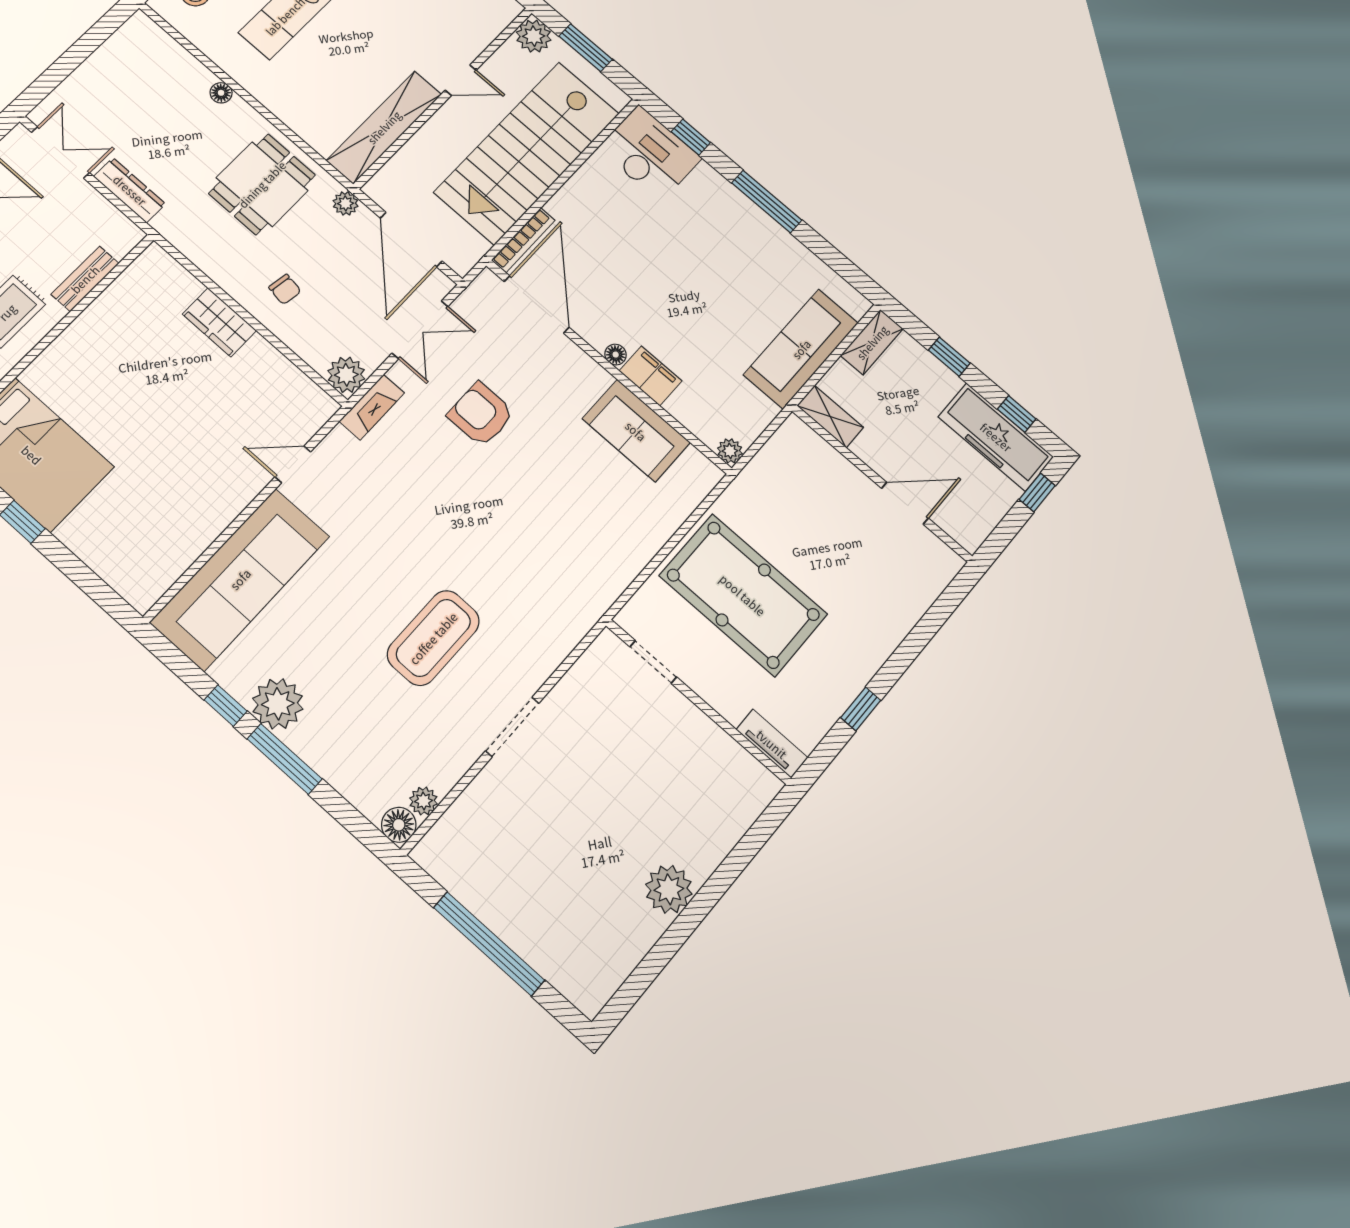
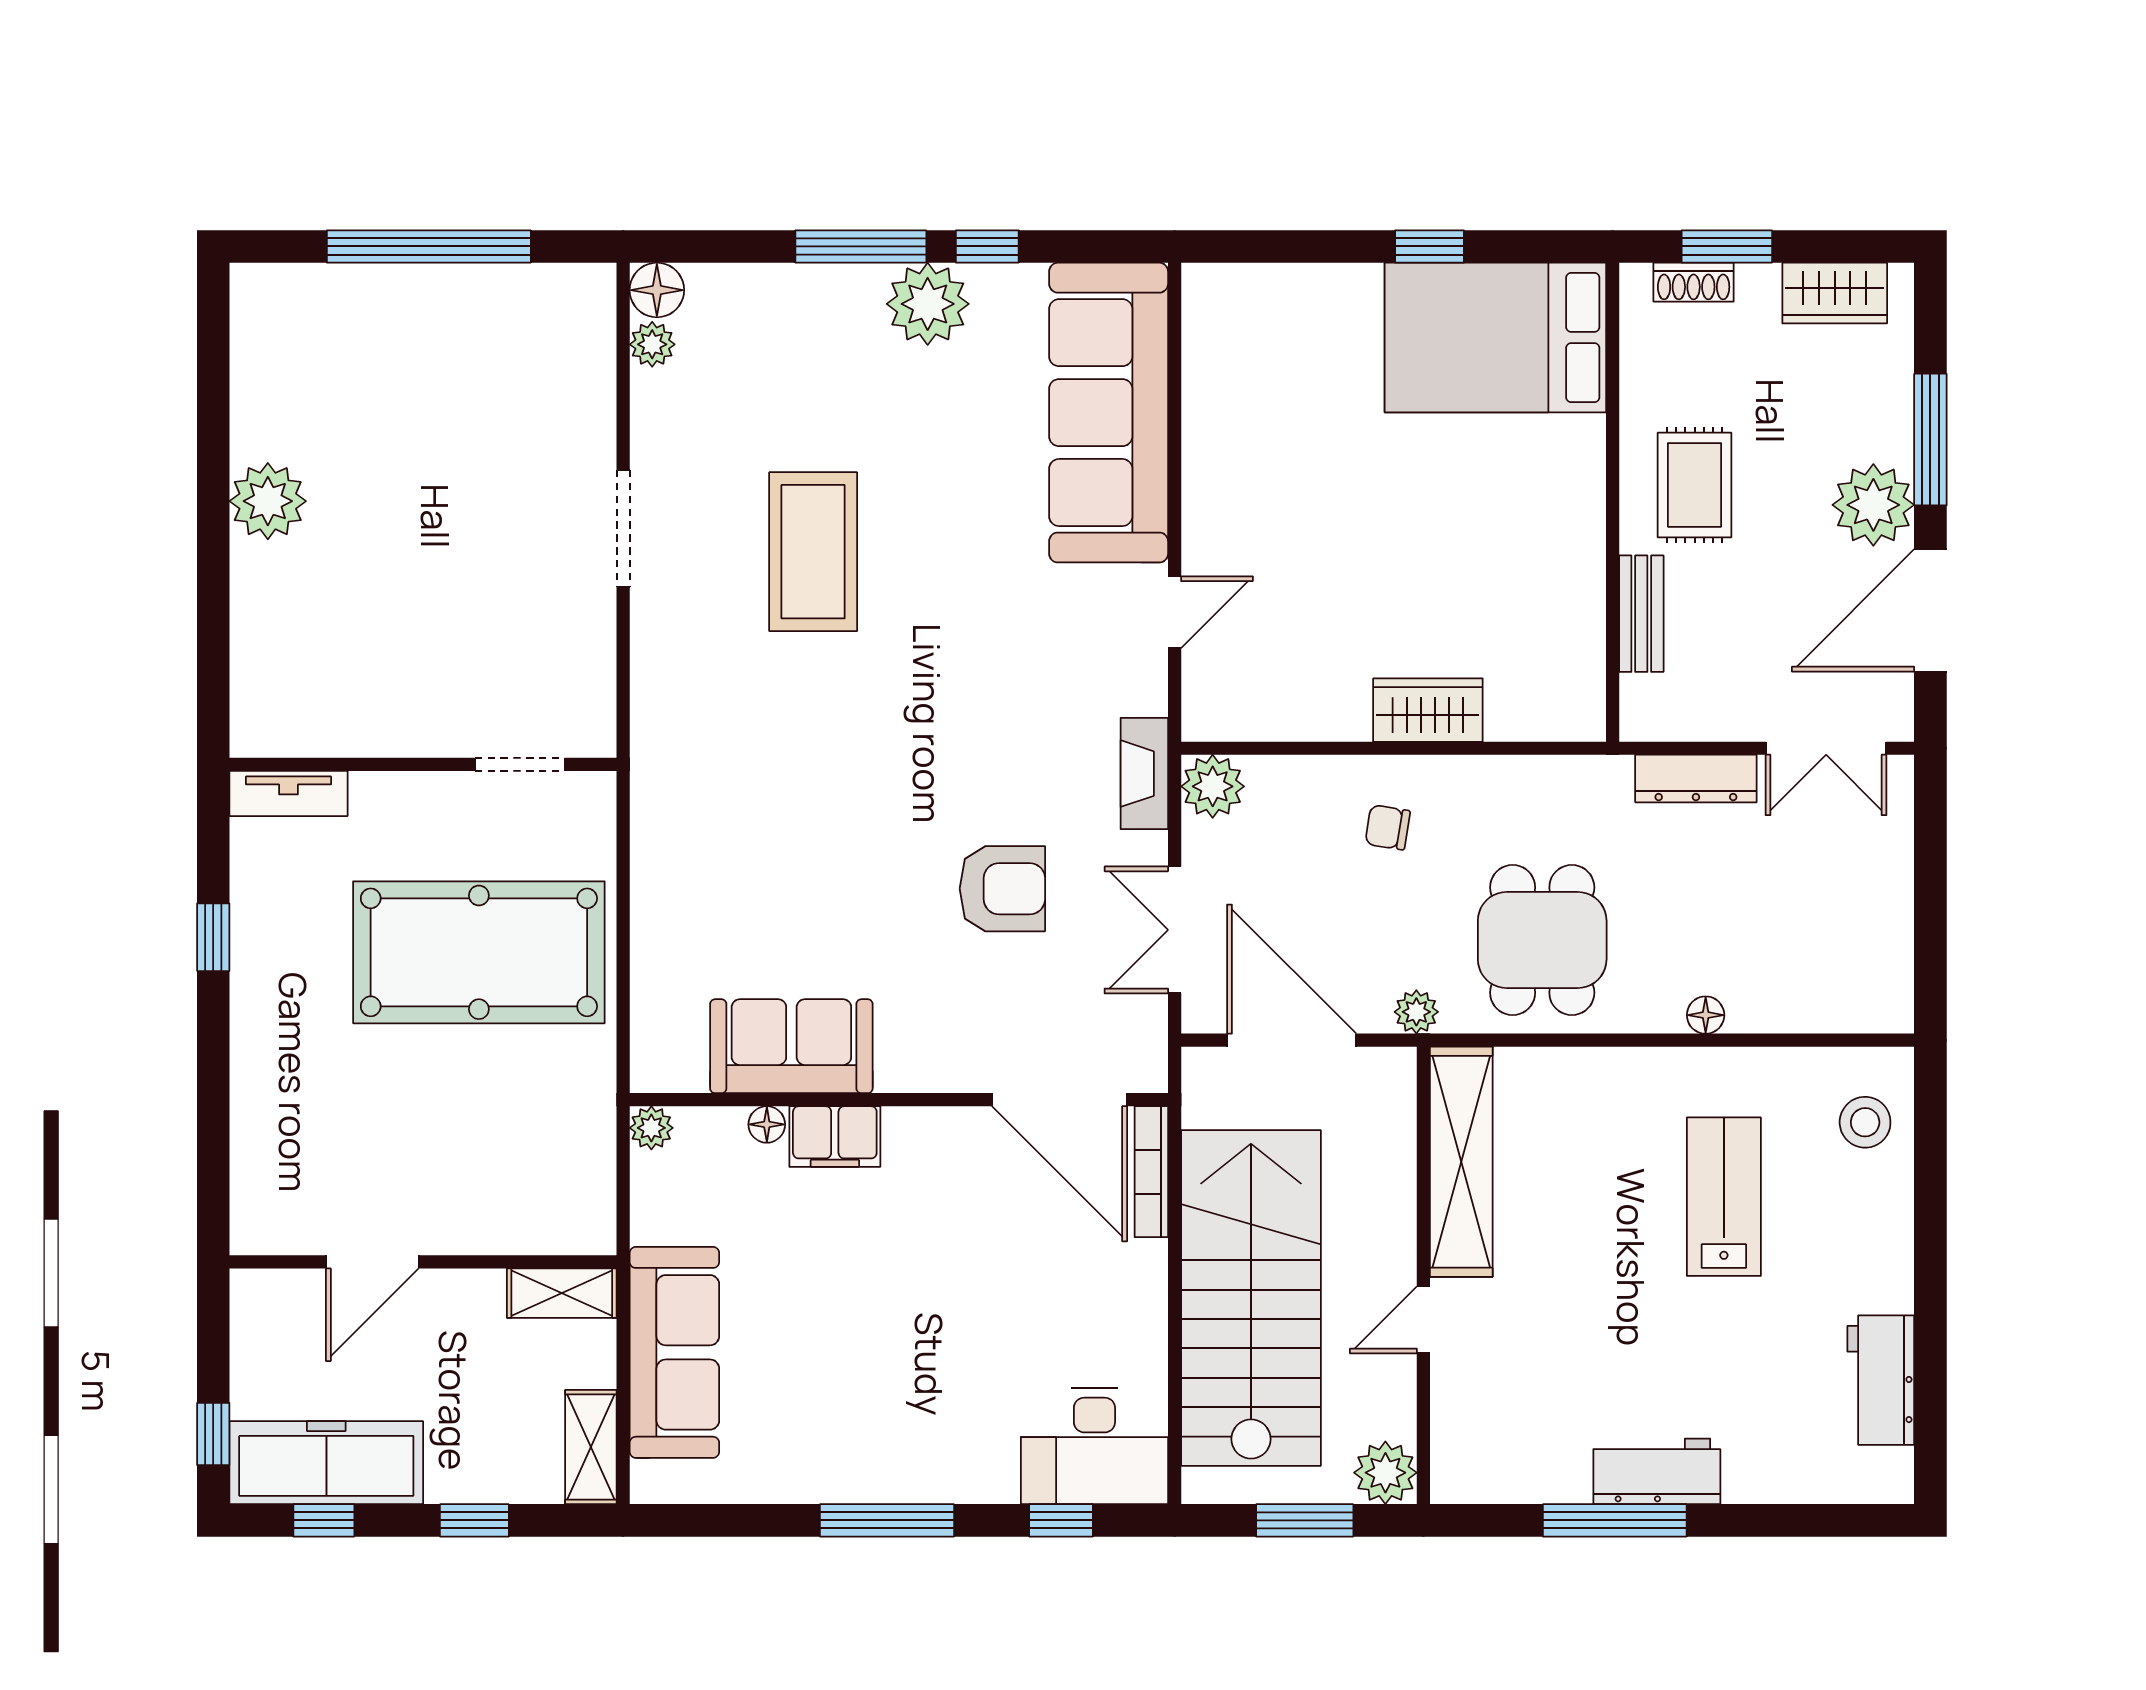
floor lamp: (616, 355) -> (767, 1124), moved

